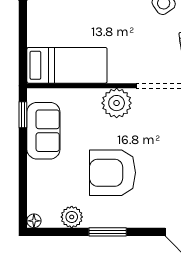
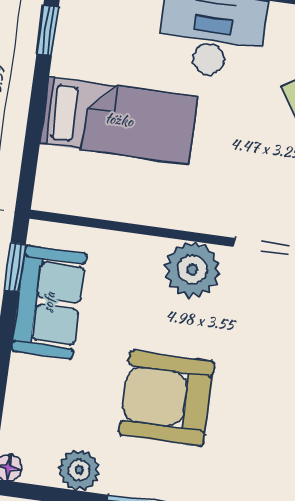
bed: (67, 65) -> (119, 120), moved

